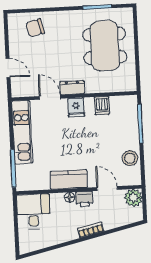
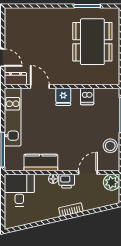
chair: (35, 28) -> (29, 22), removed
dresser: (72, 88) -> (15, 79), moved
kitchen counter: (69, 179) -> (41, 162), moved
door: (107, 188) -> (88, 173), hinge flipped

